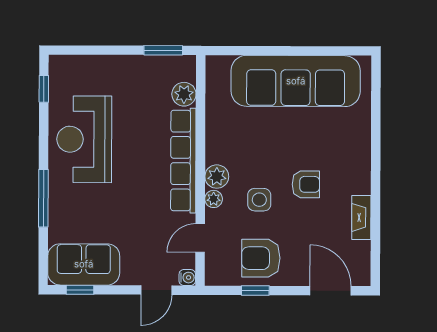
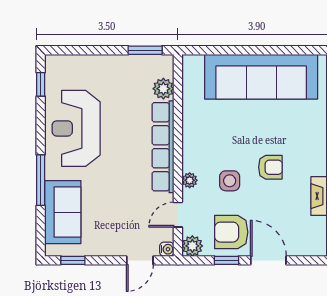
plant: (217, 177) -> (192, 246), moved
sofa: (84, 264) -> (63, 212), moved, turned 90
door: (330, 291) -> (268, 260), moved

